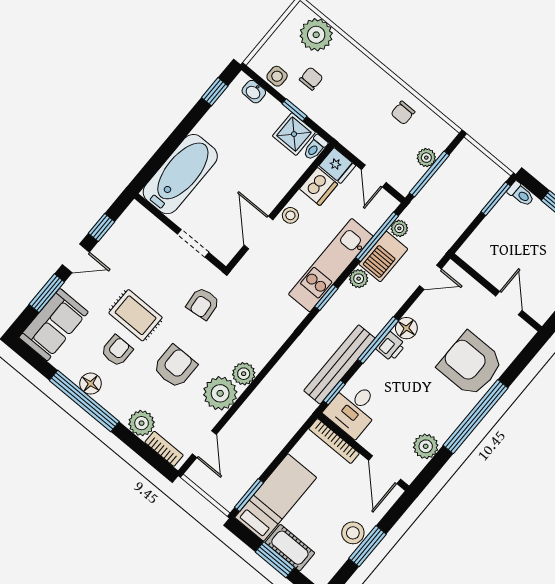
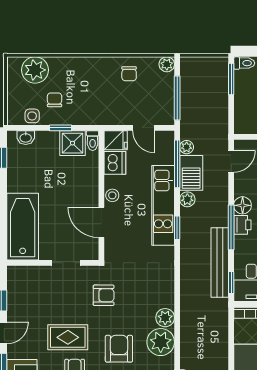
plant: (426, 158) -> (167, 64), moved
armchair: (203, 304) -> (104, 295), turned -84

